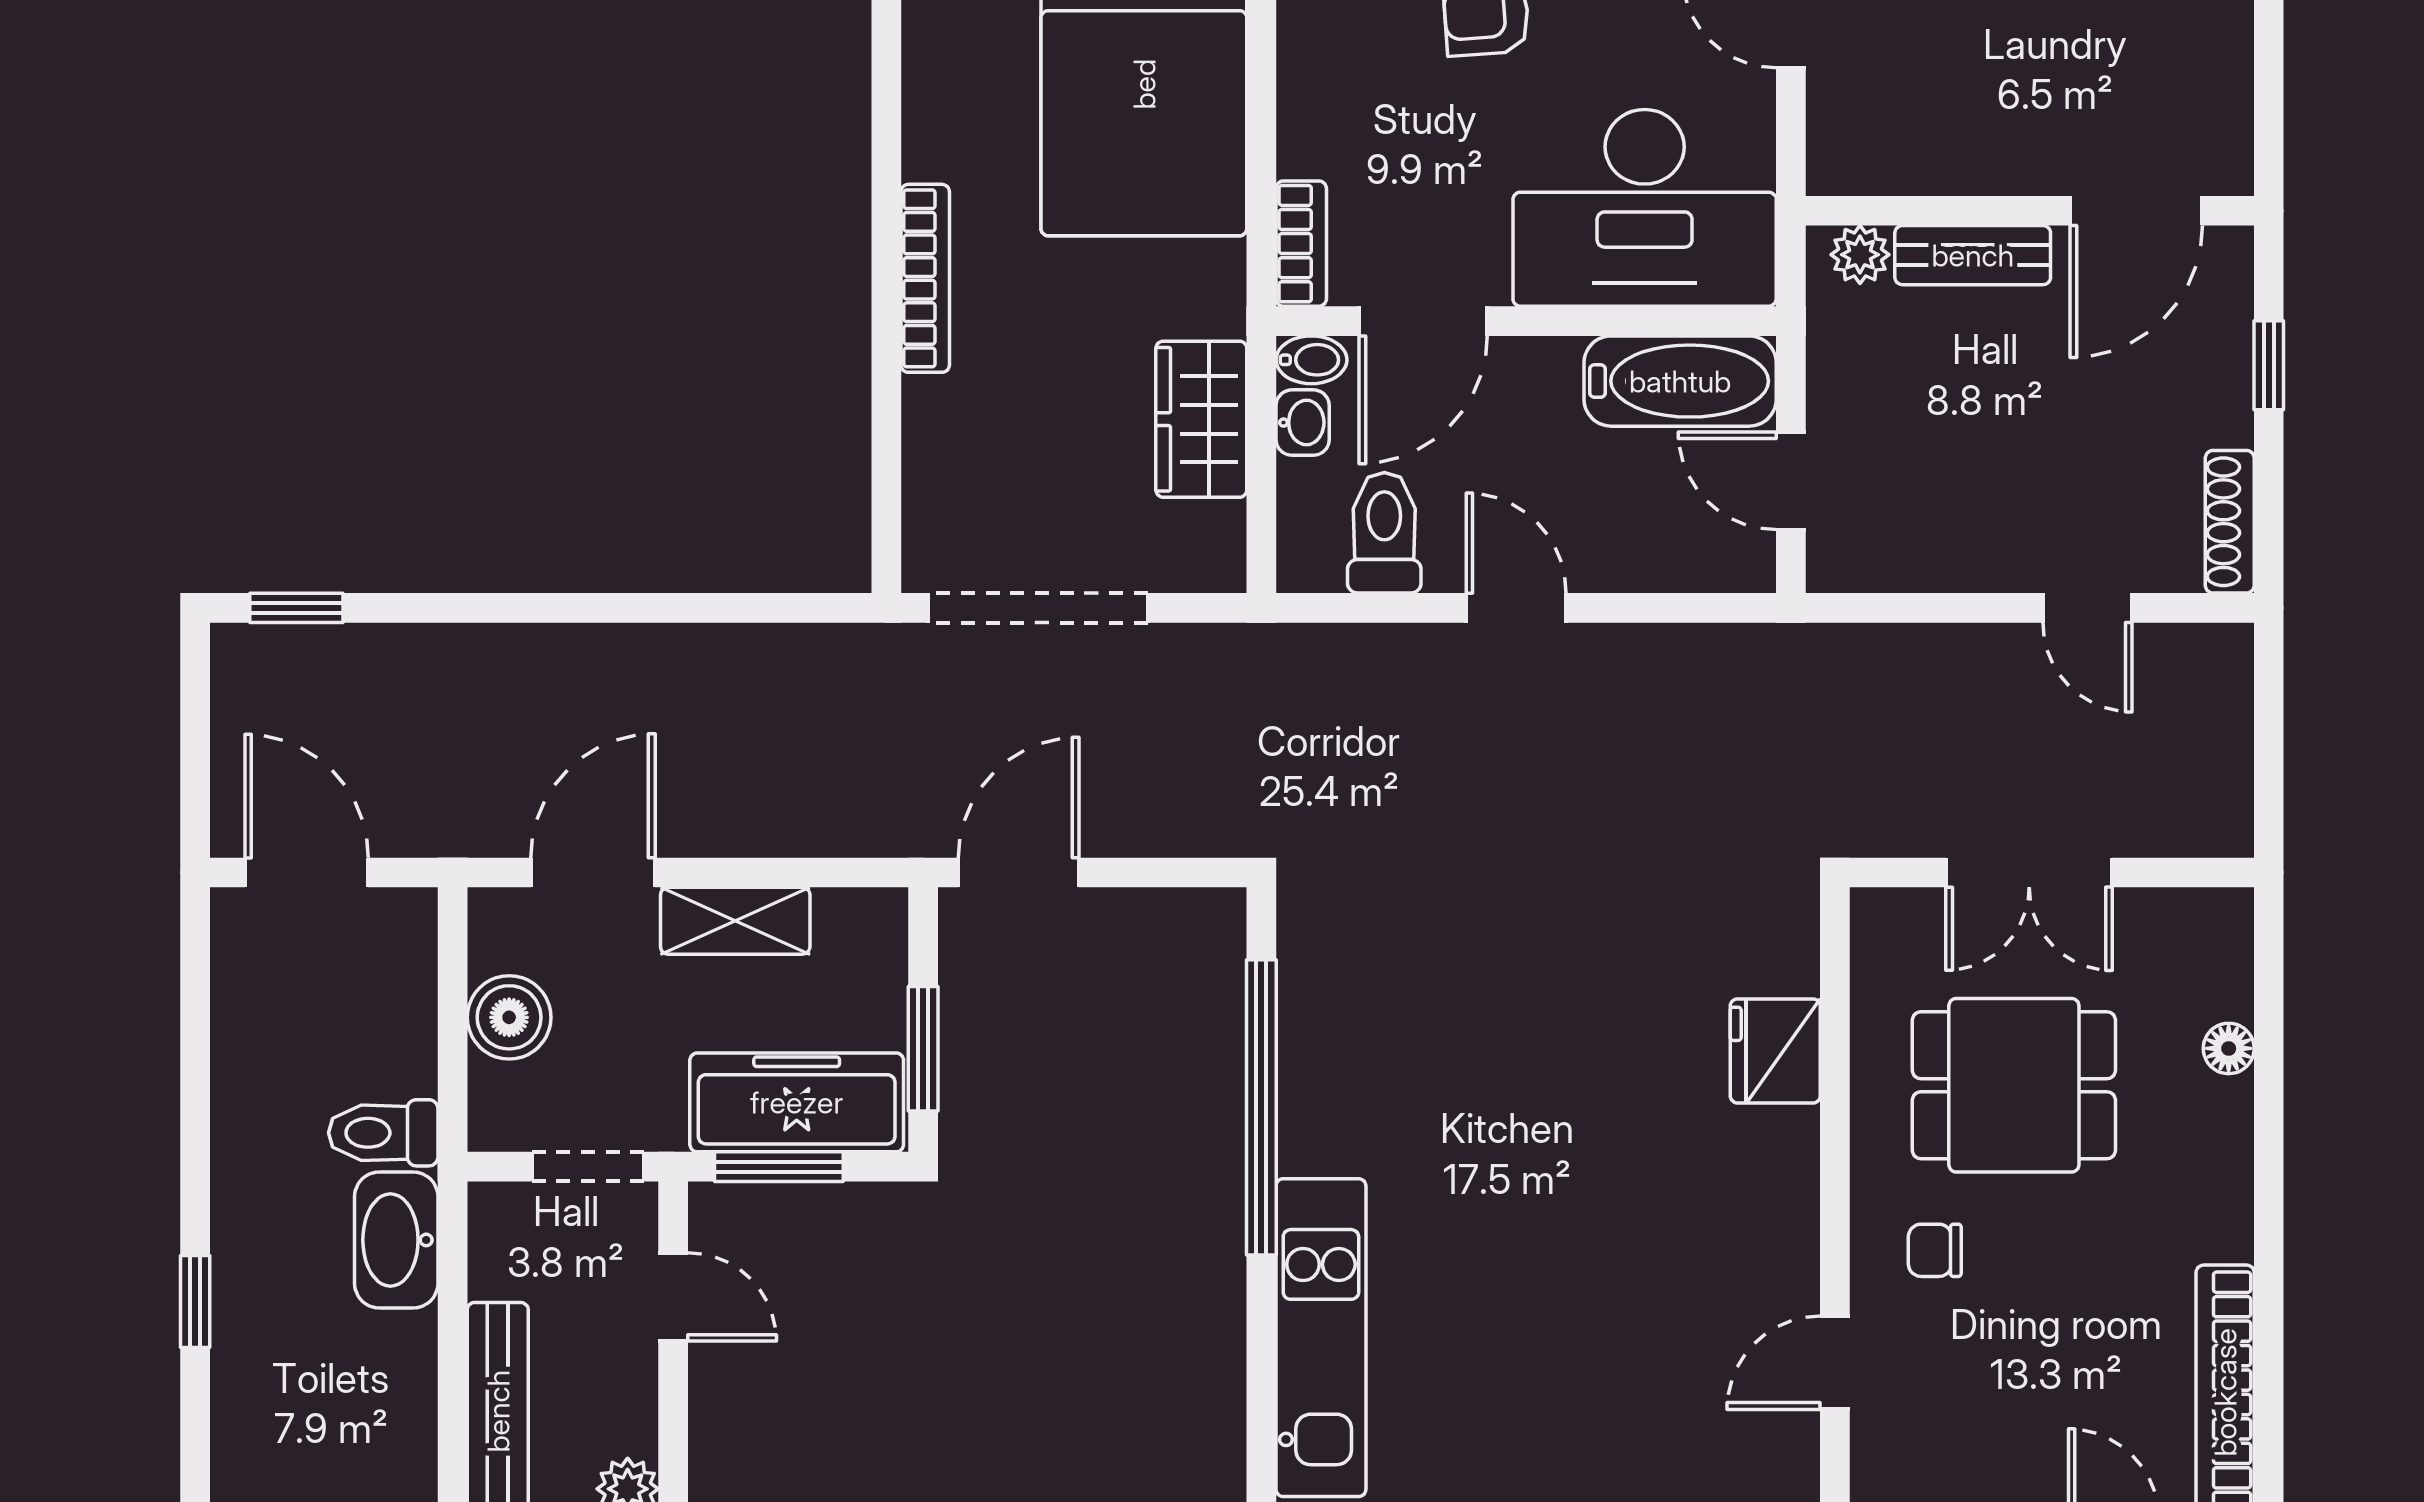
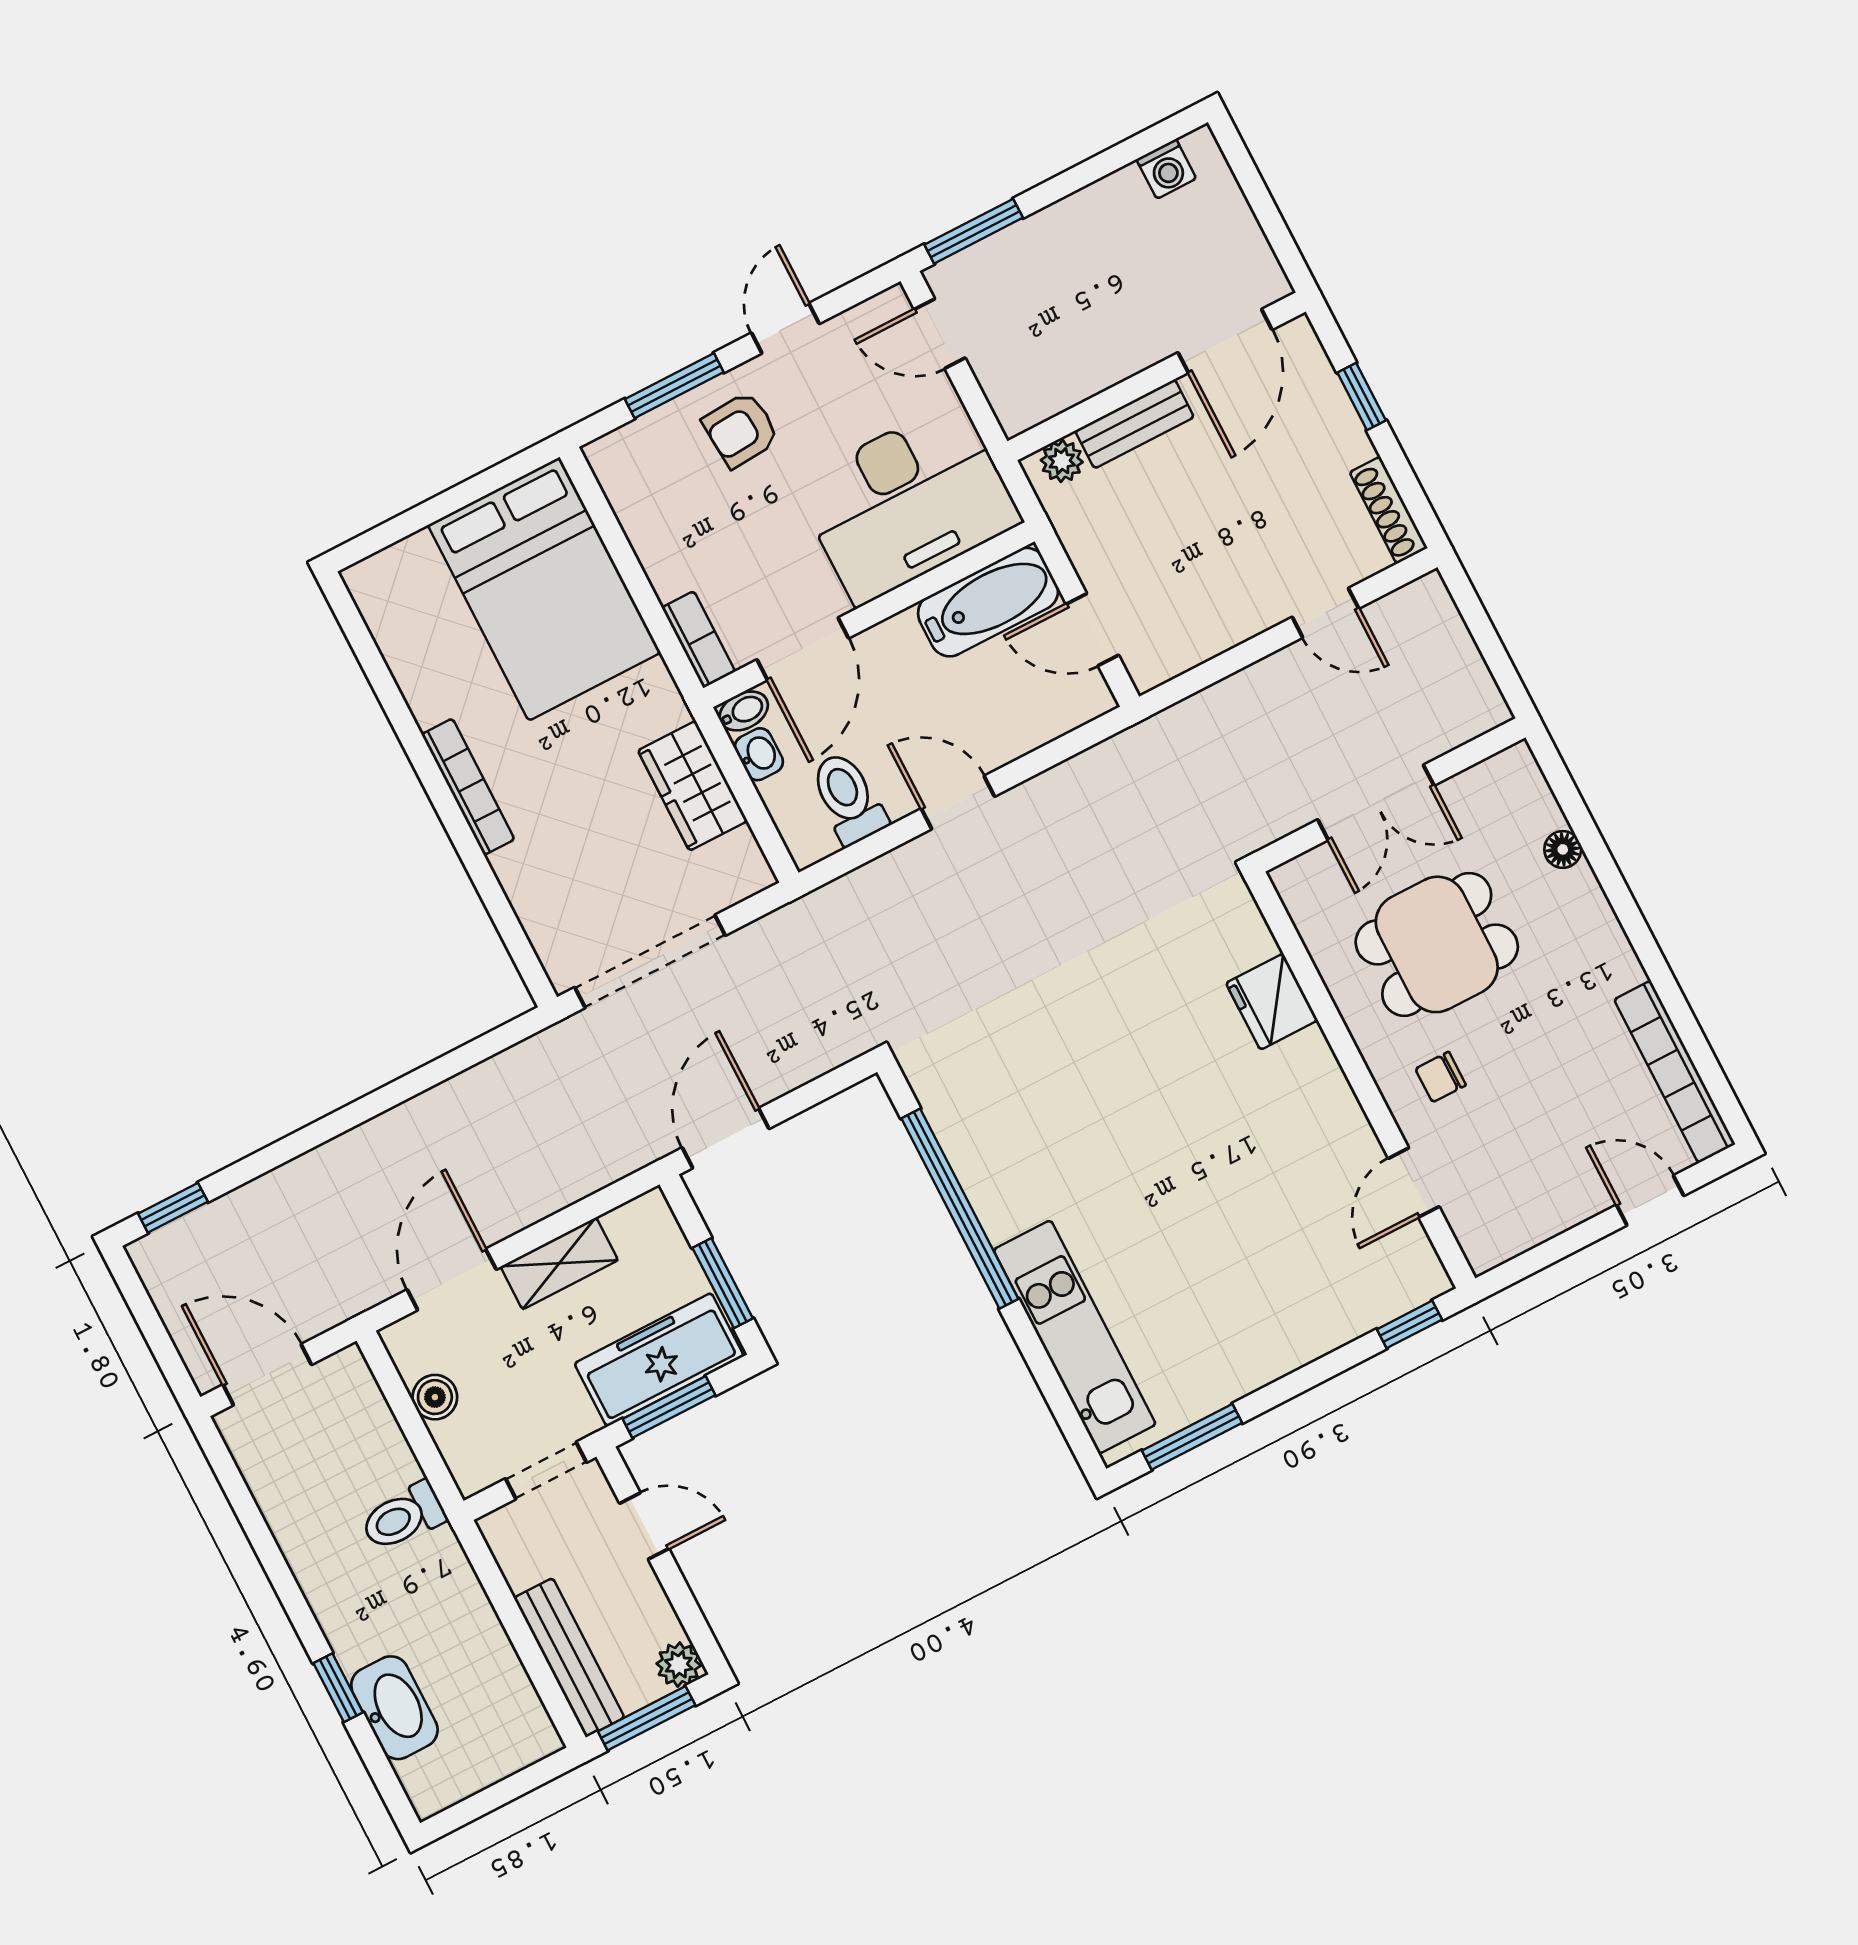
boiler: (509, 1017) -> (435, 1397), width x0.73, depth x0.73
washbasin: (396, 1240) -> (394, 1708), moved, turned 180

